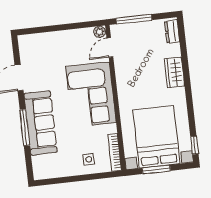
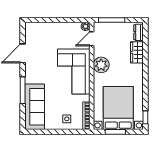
wardrobe: (175, 72) -> (137, 52), moved
plant: (127, 81) -> (101, 65), added
sofa: (41, 123) -> (35, 107), moved

